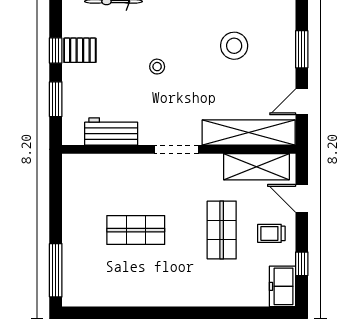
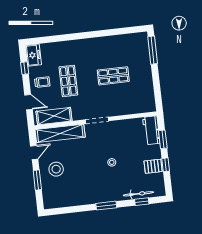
stool: (234, 46) -> (56, 169), moved
workbench: (111, 132) -> (151, 130), moved, turned 90

